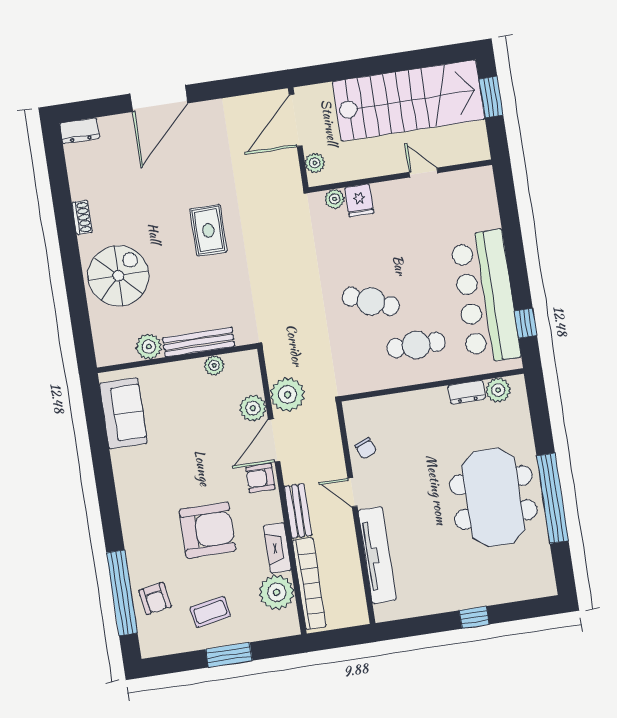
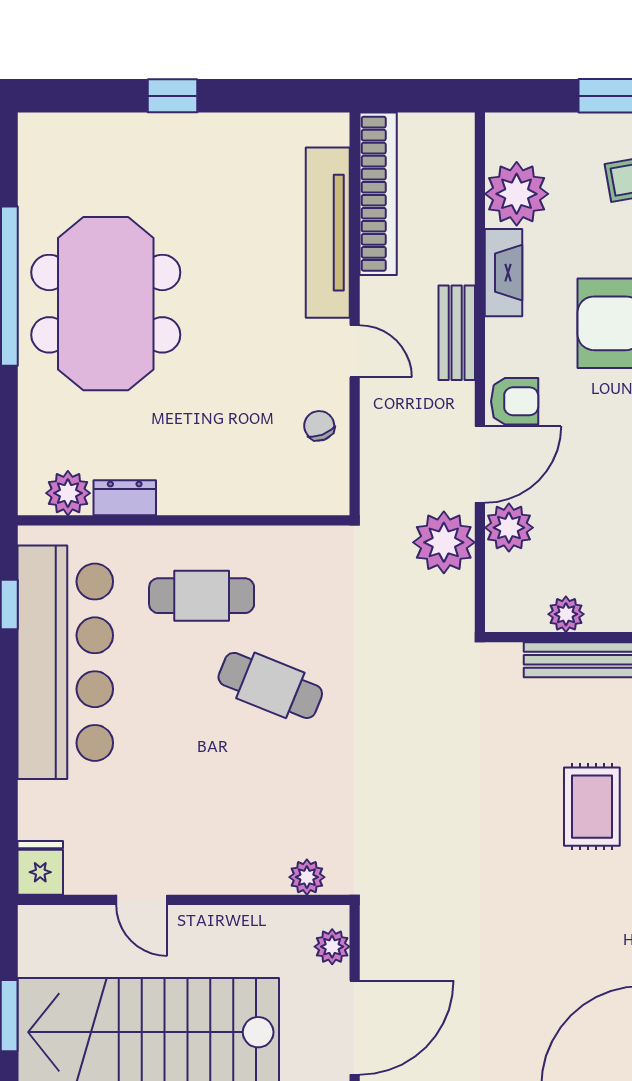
fridge: (359, 200) -> (40, 868), moved
rug: (208, 230) -> (592, 807), moved
bookcase: (309, 584) -> (378, 194), moved, turned 180

